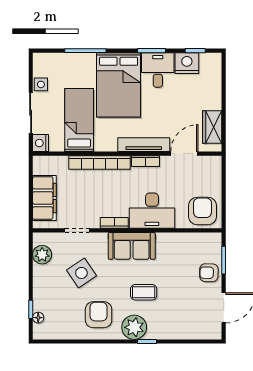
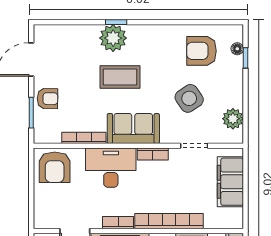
bookcase: (176, 237) -> (84, 138), added
coffee table: (144, 292) -> (120, 77), width x1.36, depth x1.30
armchair: (99, 315) -> (201, 51), moved, turned 90
plant: (134, 327) -> (113, 38), moved

